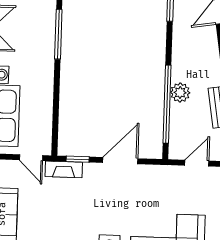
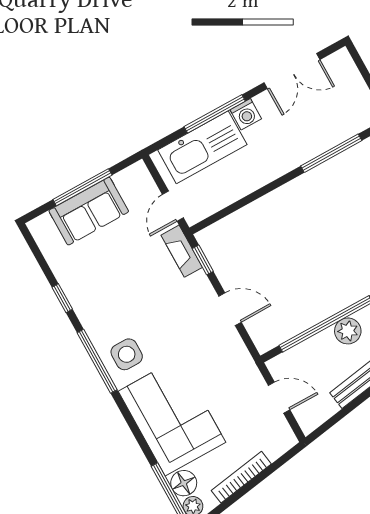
door: (120, 161) -> (230, 309), width x0.73

